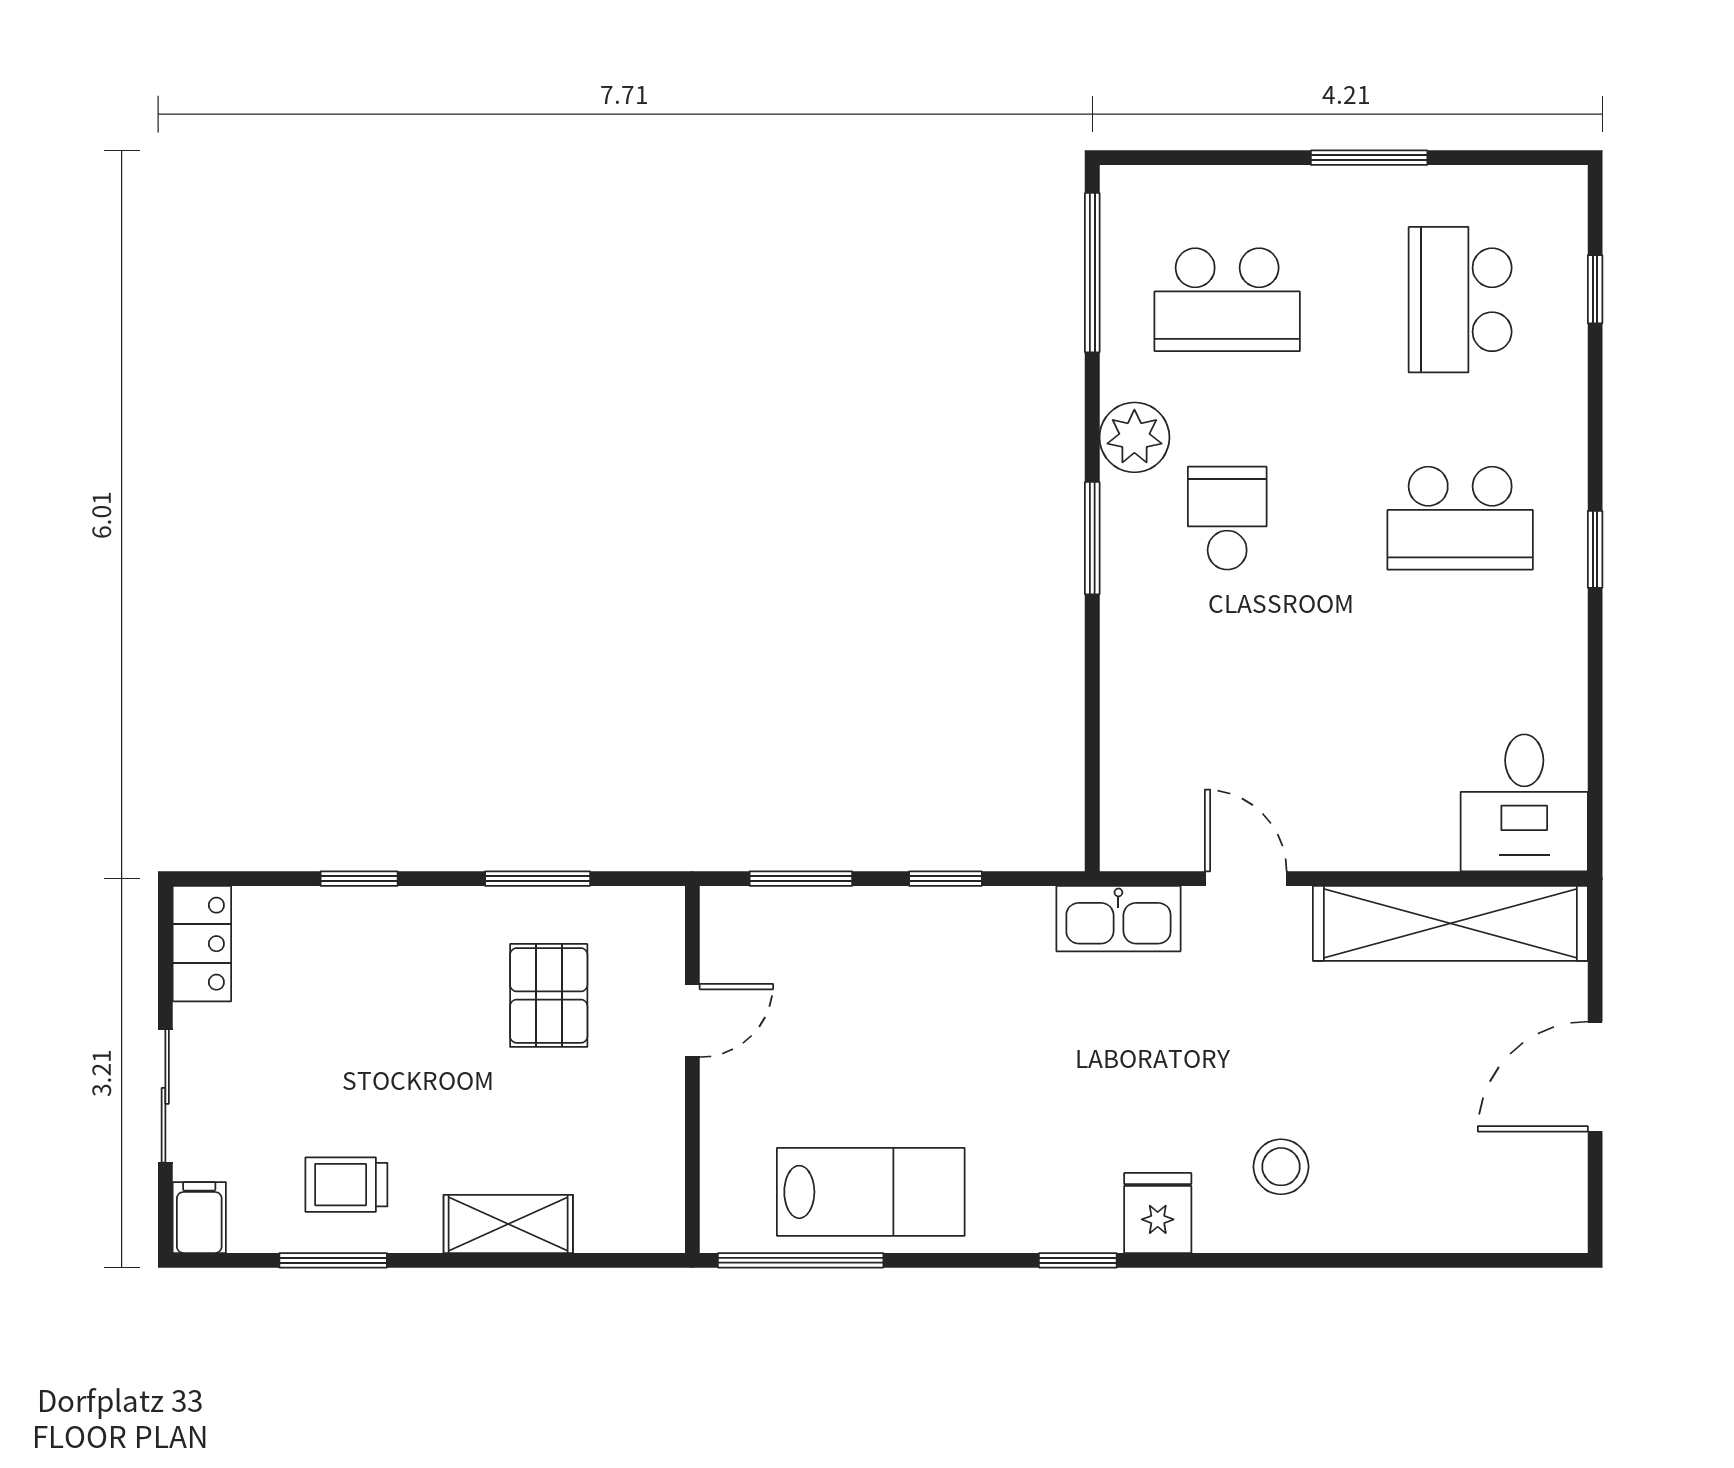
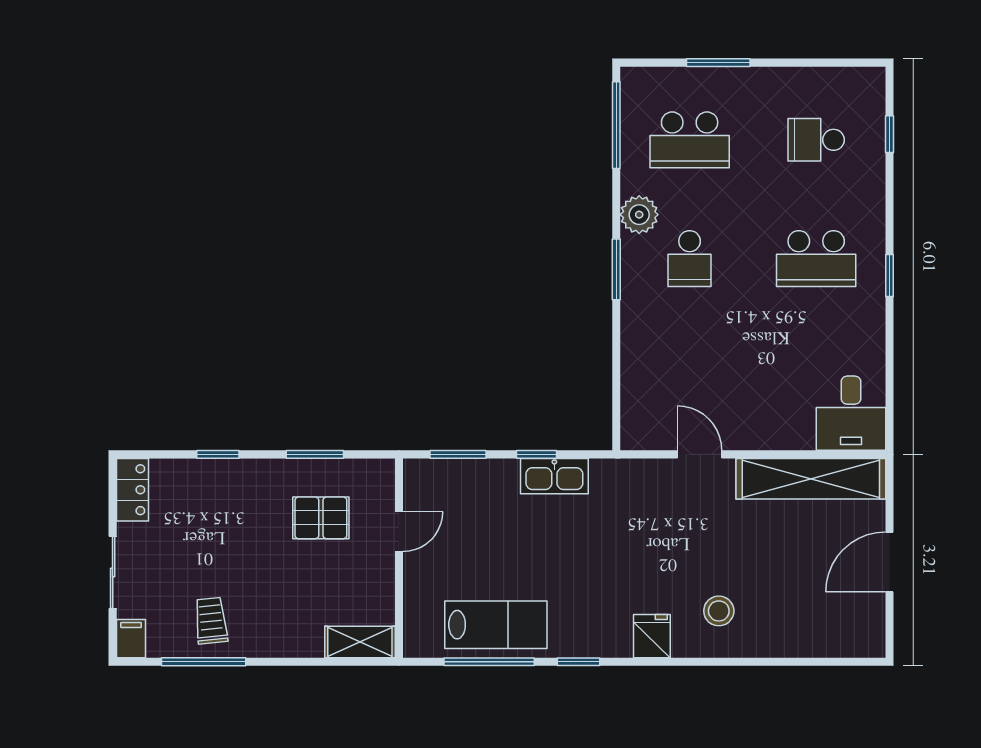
window: (1369, 158) -> (718, 63), moved
school desk: (1460, 300) -> (816, 140), width x0.54
school desk: (1227, 518) -> (690, 259), turned 180
kitchen sink: (1118, 919) -> (554, 476), moved
pallet: (549, 995) -> (321, 518), turned 90
trolley: (346, 1185) -> (211, 621), turned 84
shelving: (508, 1224) -> (360, 642), moved
window: (333, 1260) -> (204, 662), width x1.44
window: (801, 1260) -> (489, 662), moved
window: (1078, 1260) -> (578, 662), moved

